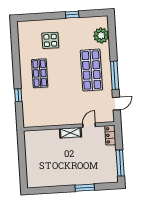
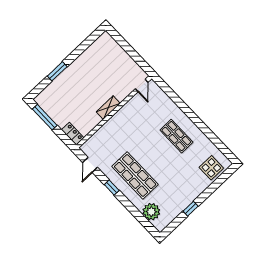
display table: (50, 40) -> (211, 168), moved
window: (115, 75) -> (112, 188), width x0.46
window: (18, 95) -> (179, 102), removed
door: (89, 125) -> (142, 86), moved

